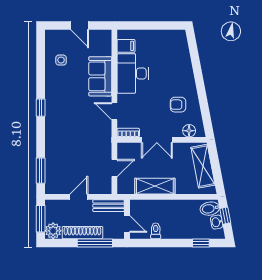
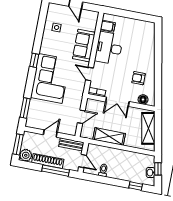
corner sofa: (66, 127) -> (50, 79), added
bidet: (210, 209) -> (147, 161), removed

